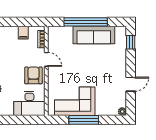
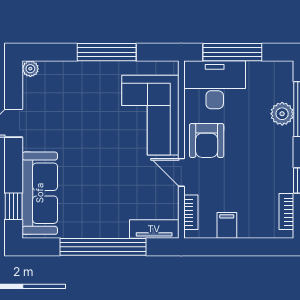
tv unit: (60, 31) -> (154, 229), added
sofa: (94, 35) -> (40, 193), moved, turned 90
corner sofa: (75, 101) -> (150, 115), moved, turned 90
window: (21, 120) -> (232, 52), added

